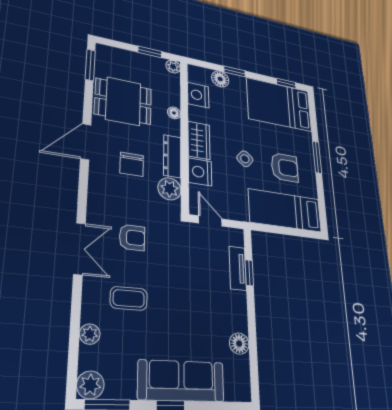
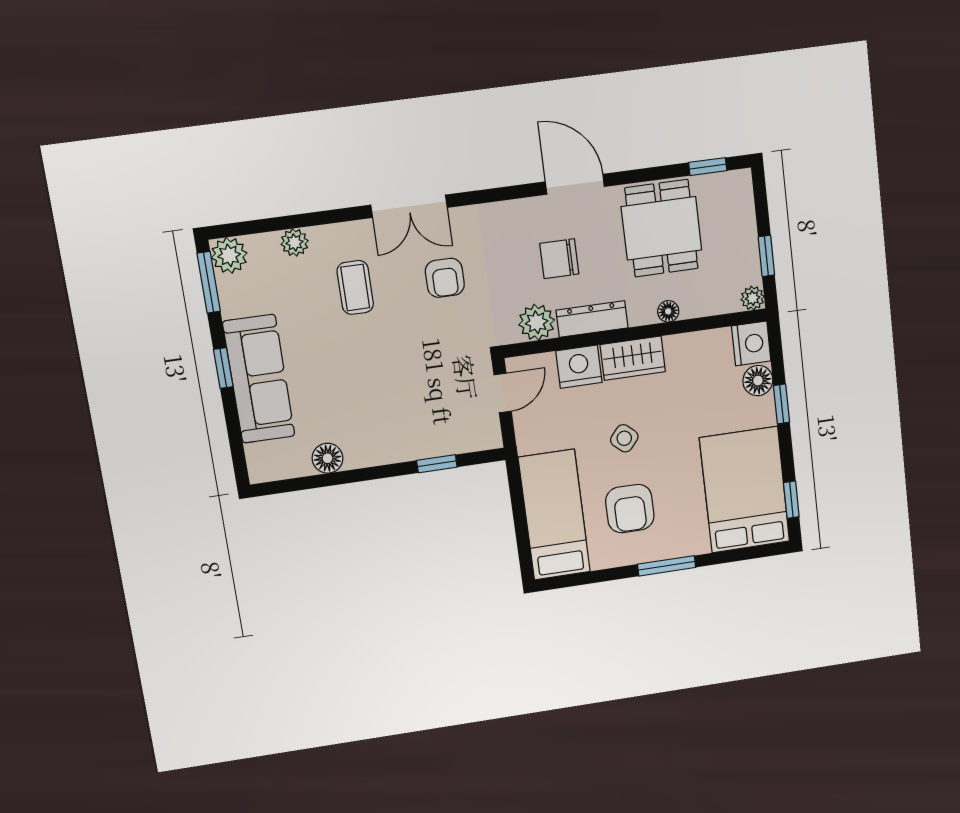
window: (90, 65) -> (708, 167), width x0.67
nightstand: (198, 95) -> (751, 344), moved, turned 90
tv unit: (238, 268) -> (439, 444), removed

